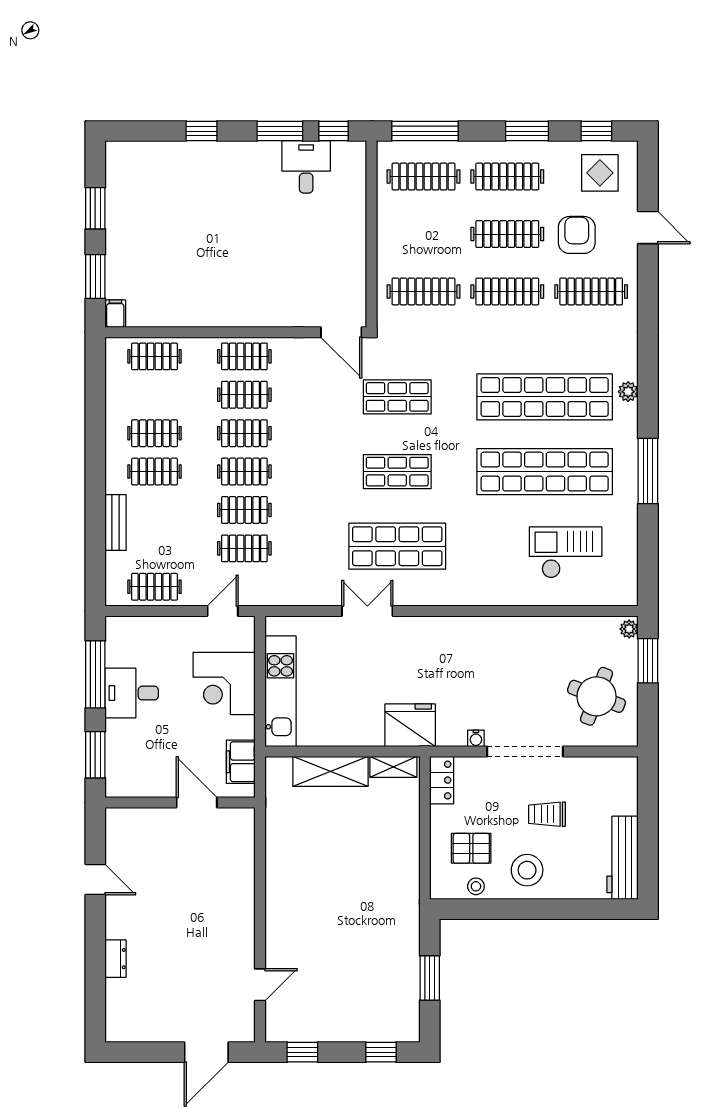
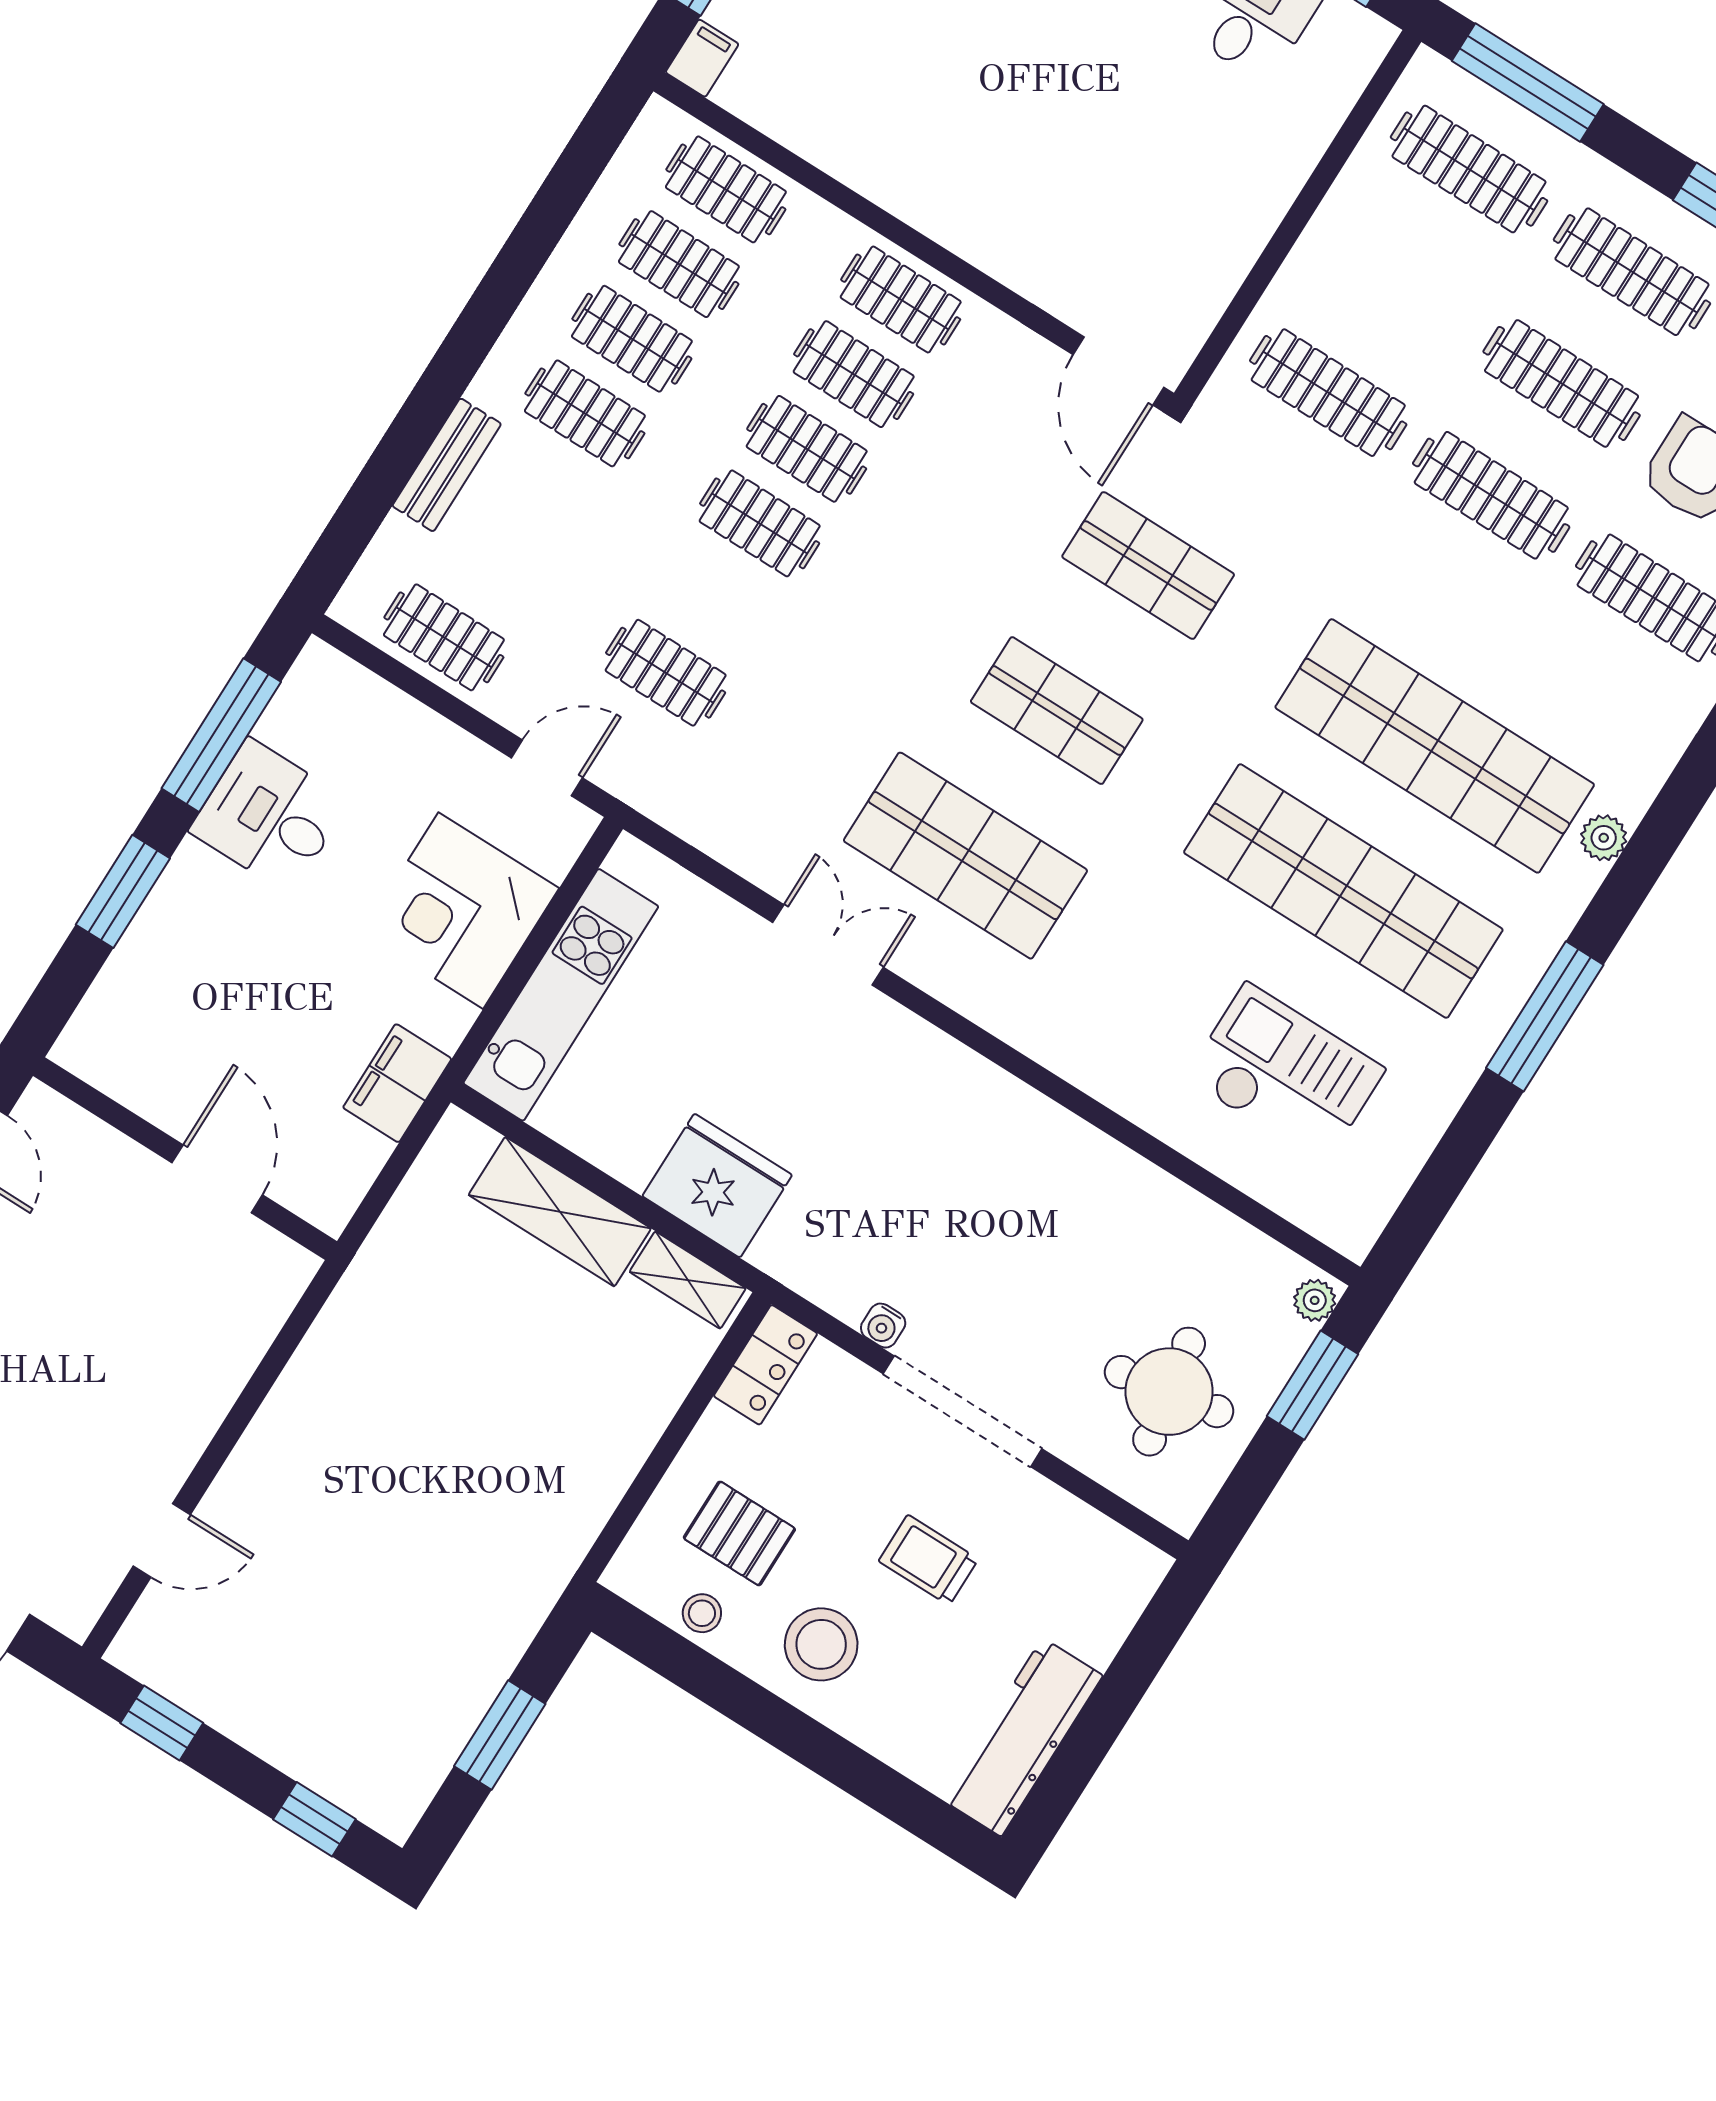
clothes rail: (244, 510) -> (679, 264), moved
round table: (597, 696) -> (1169, 1392), turned -31
fridge: (410, 725) -> (717, 1186), moved
wall: (180, 802) -> (185, 1159), moved
door: (197, 802) -> (217, 1179), moved

